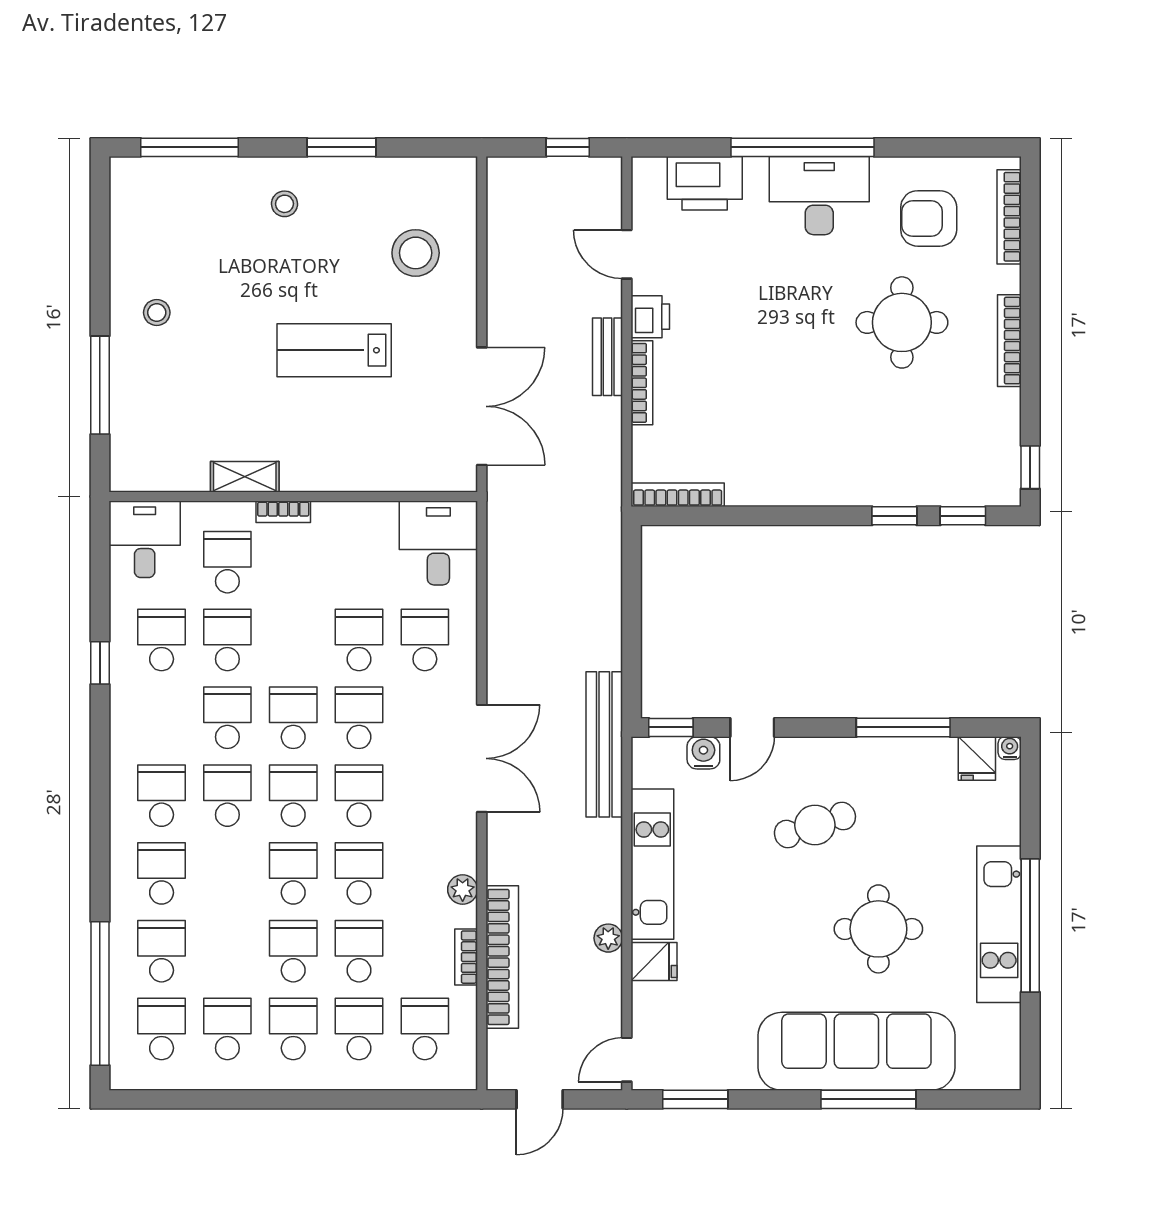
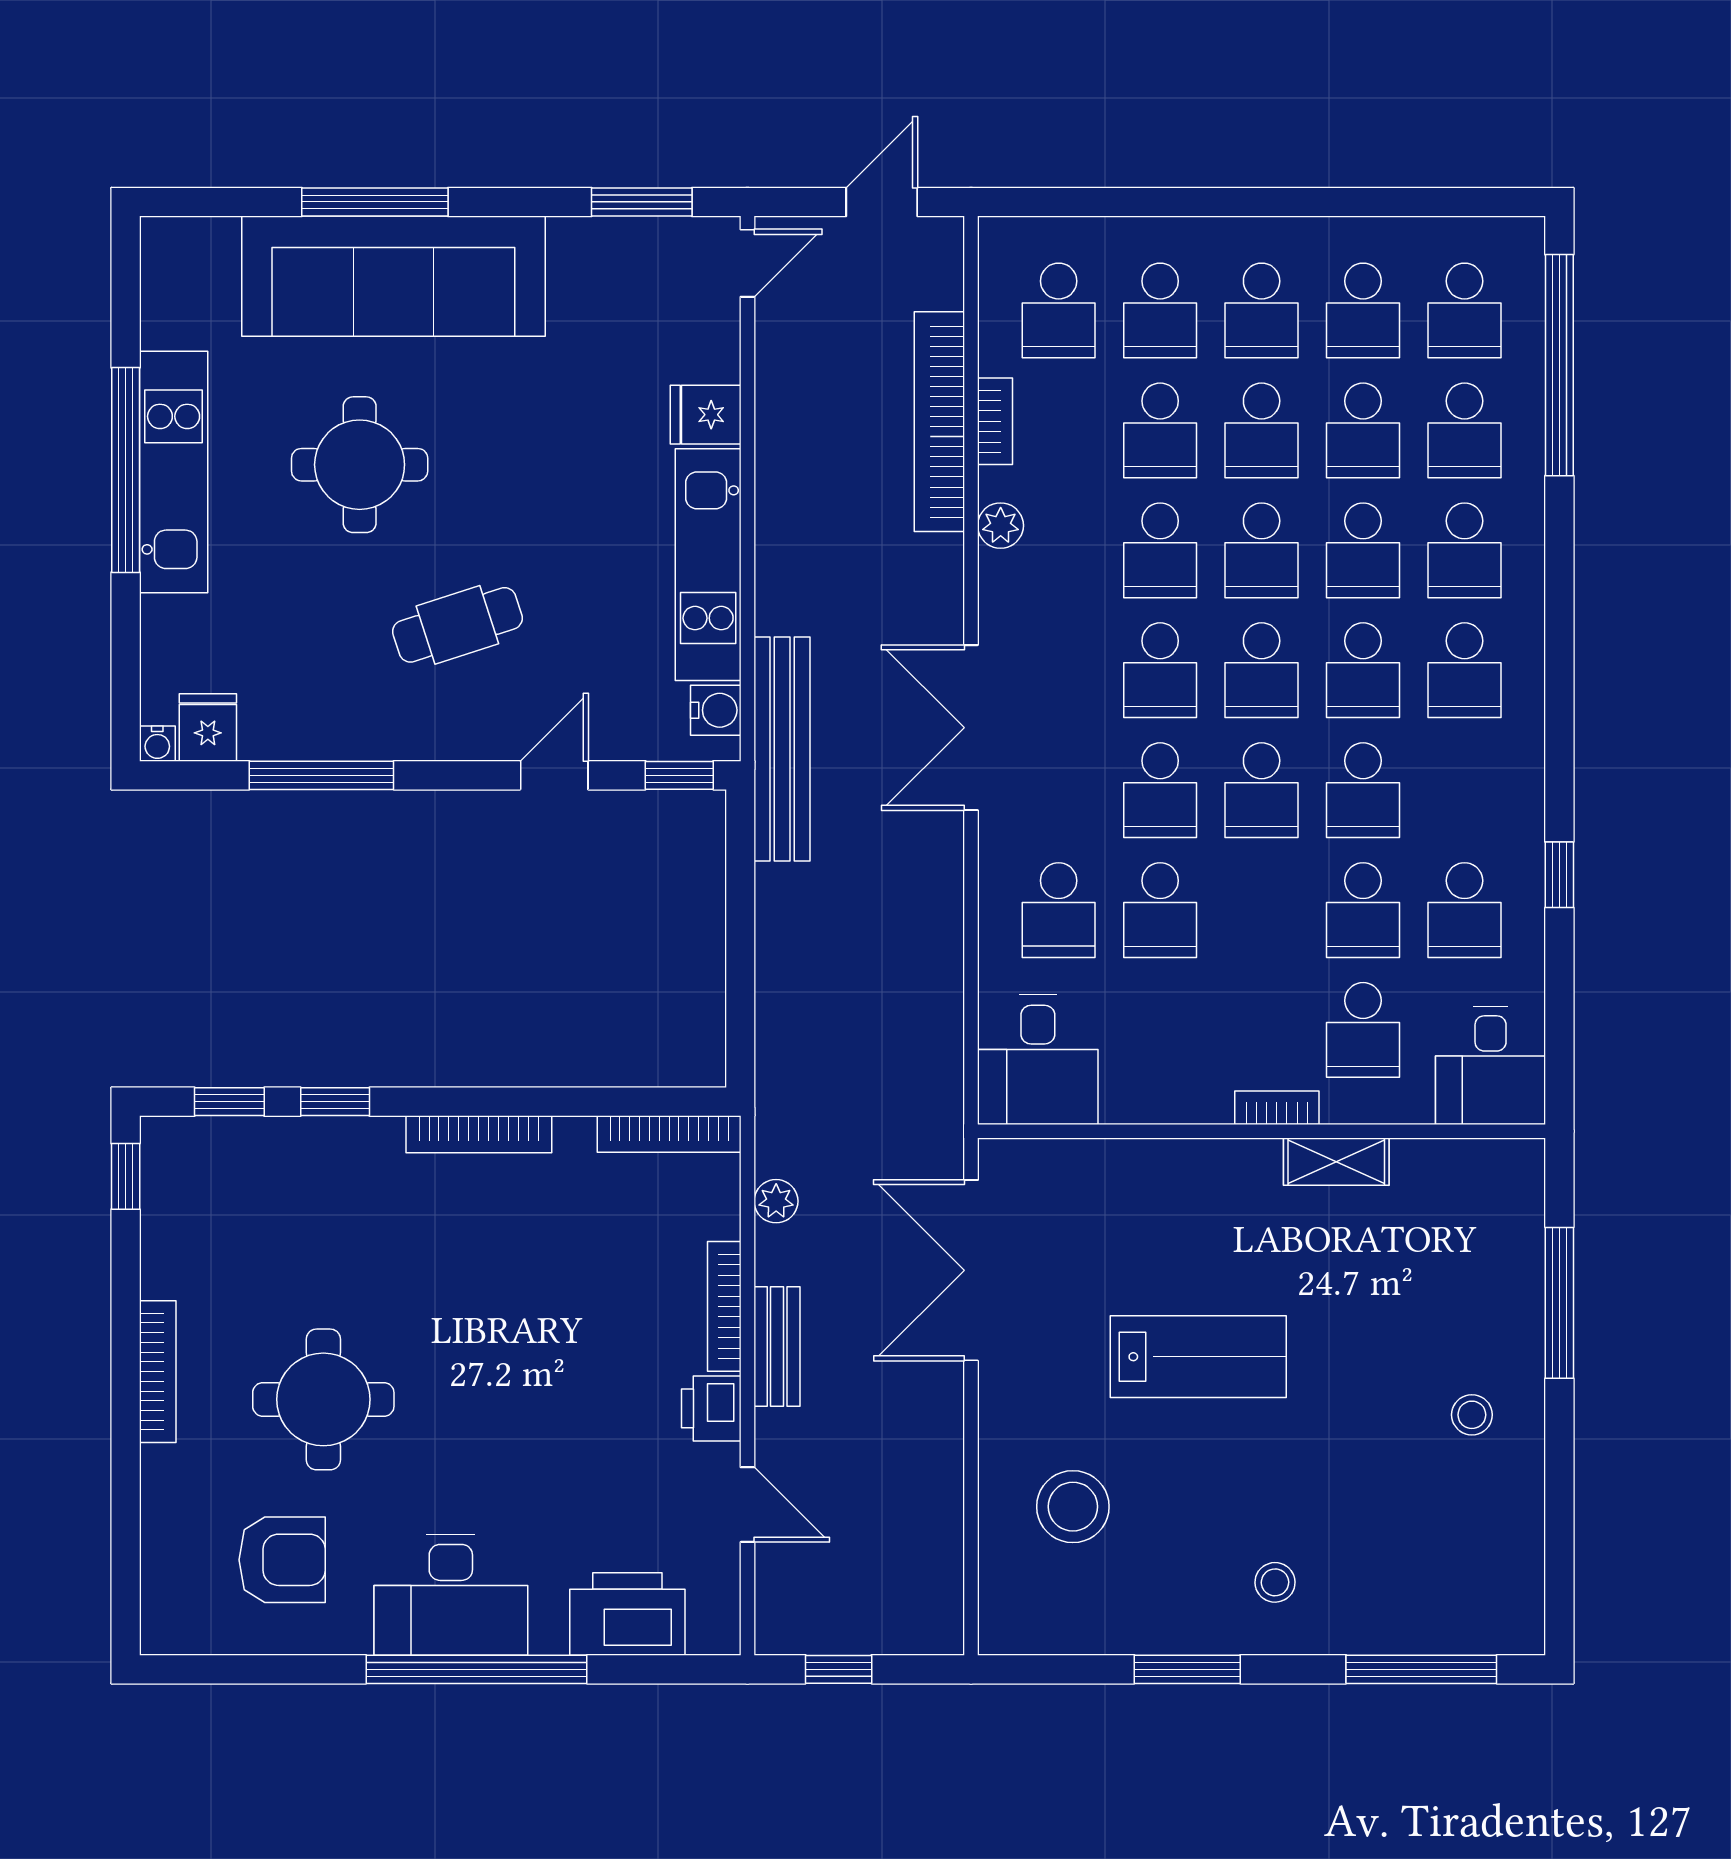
bookcase: (1009, 217) -> (479, 1134), moved, turned 90
water cooler: (703, 753) -> (716, 710), moved, turned -90
school desk: (227, 873) -> (1363, 550), added
plant: (608, 938) -> (776, 1201), moved
school desk: (227, 951) -> (1363, 430), added

